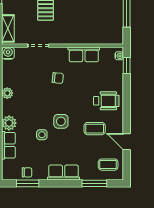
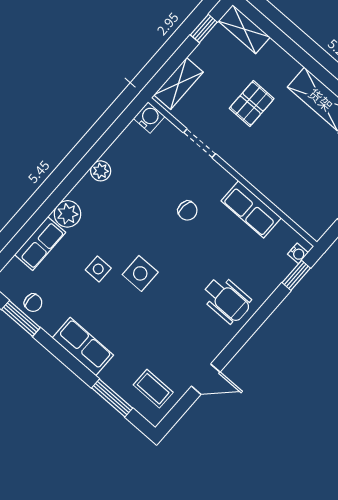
coffee table: (95, 129) -> (178, 324), removed
door: (127, 142) -> (206, 379), swing flipped

